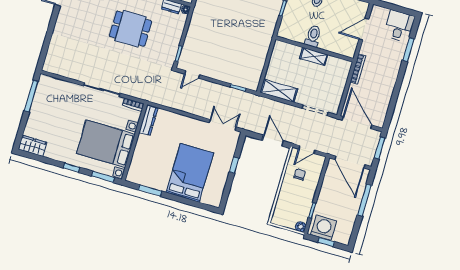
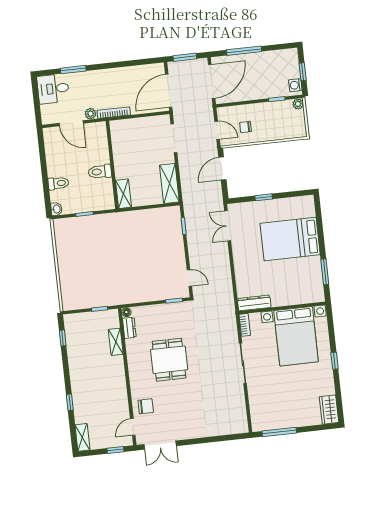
plant: (365, 49) -> (91, 114), added
shelving: (314, 56) -> (123, 194), moved
window: (103, 177) -> (331, 325), removed
washing machine: (324, 228) -> (295, 85), width x0.53, depth x0.53

